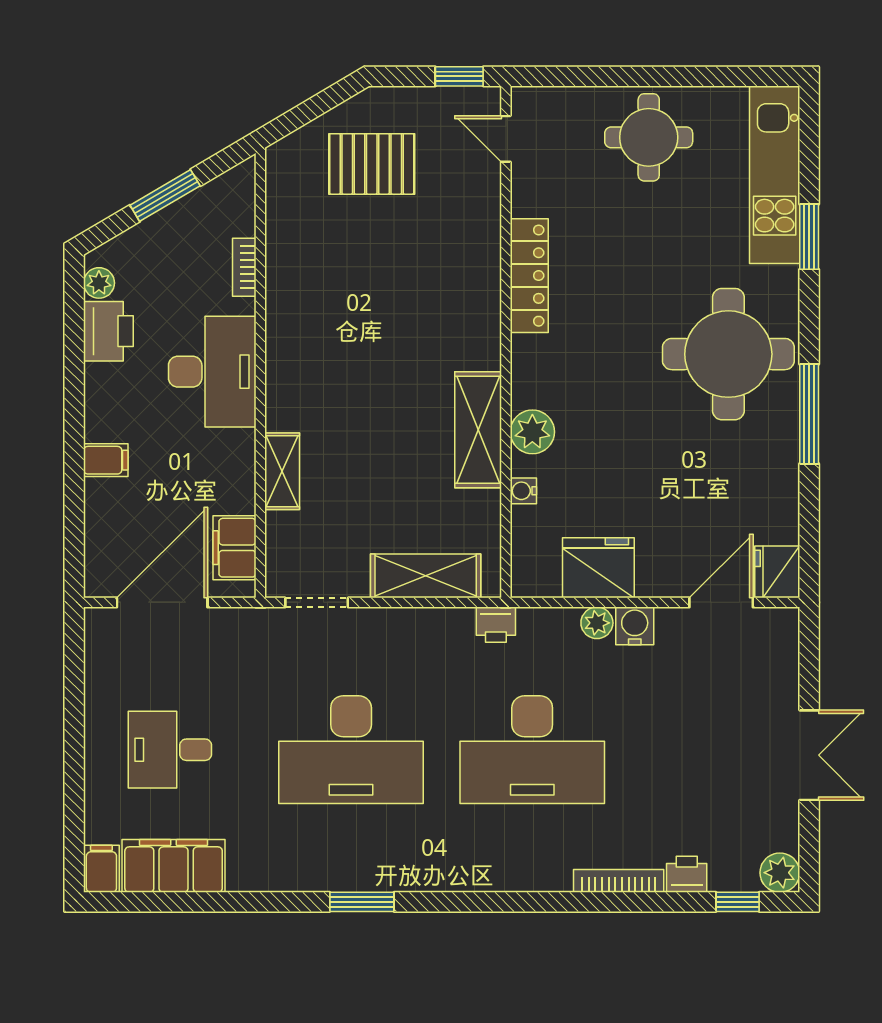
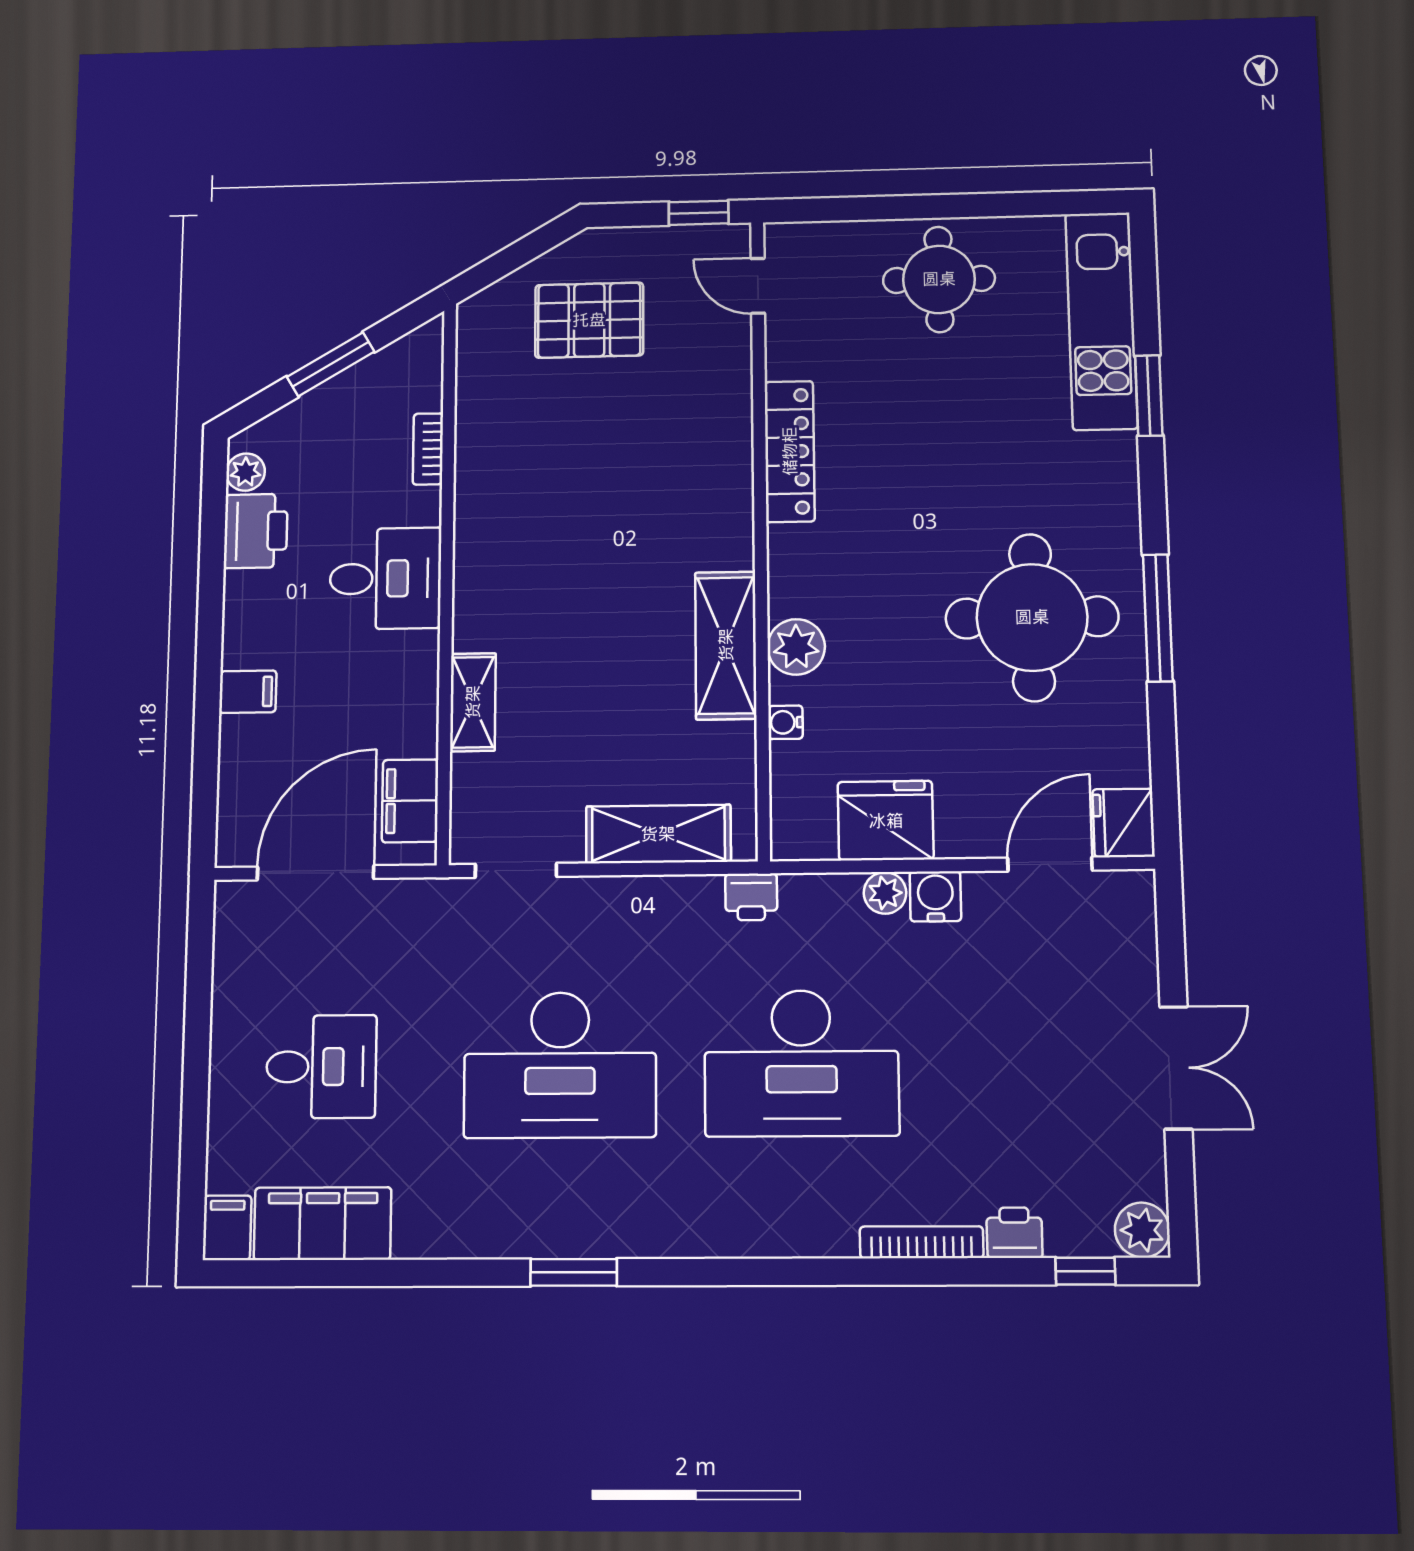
round table: (728, 354) -> (1032, 617), moved
desk: (212, 372) -> (385, 579), width x0.73
desk: (170, 750) -> (321, 1067), turned 180

